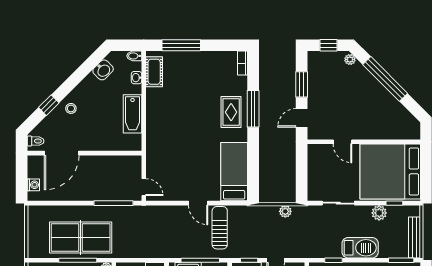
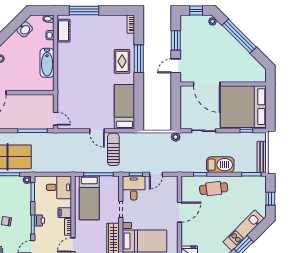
door: (342, 142) -> (207, 84), width x1.88
plant: (285, 211) -> (176, 137), moved
plant: (379, 213) -> (235, 138), removed

